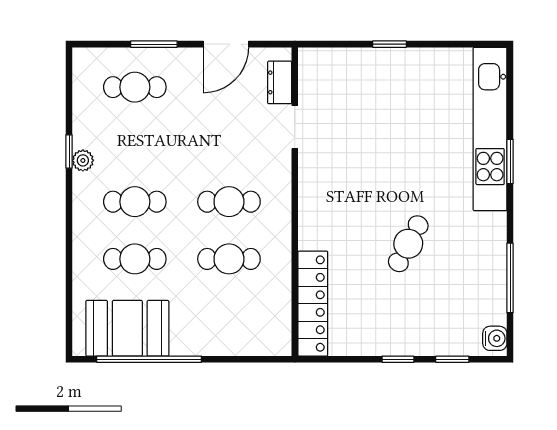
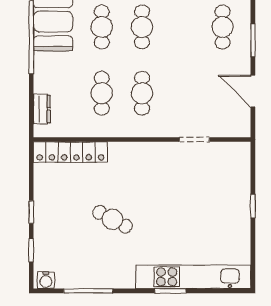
dresser: (280, 82) -> (42, 109), moved, turned 90

